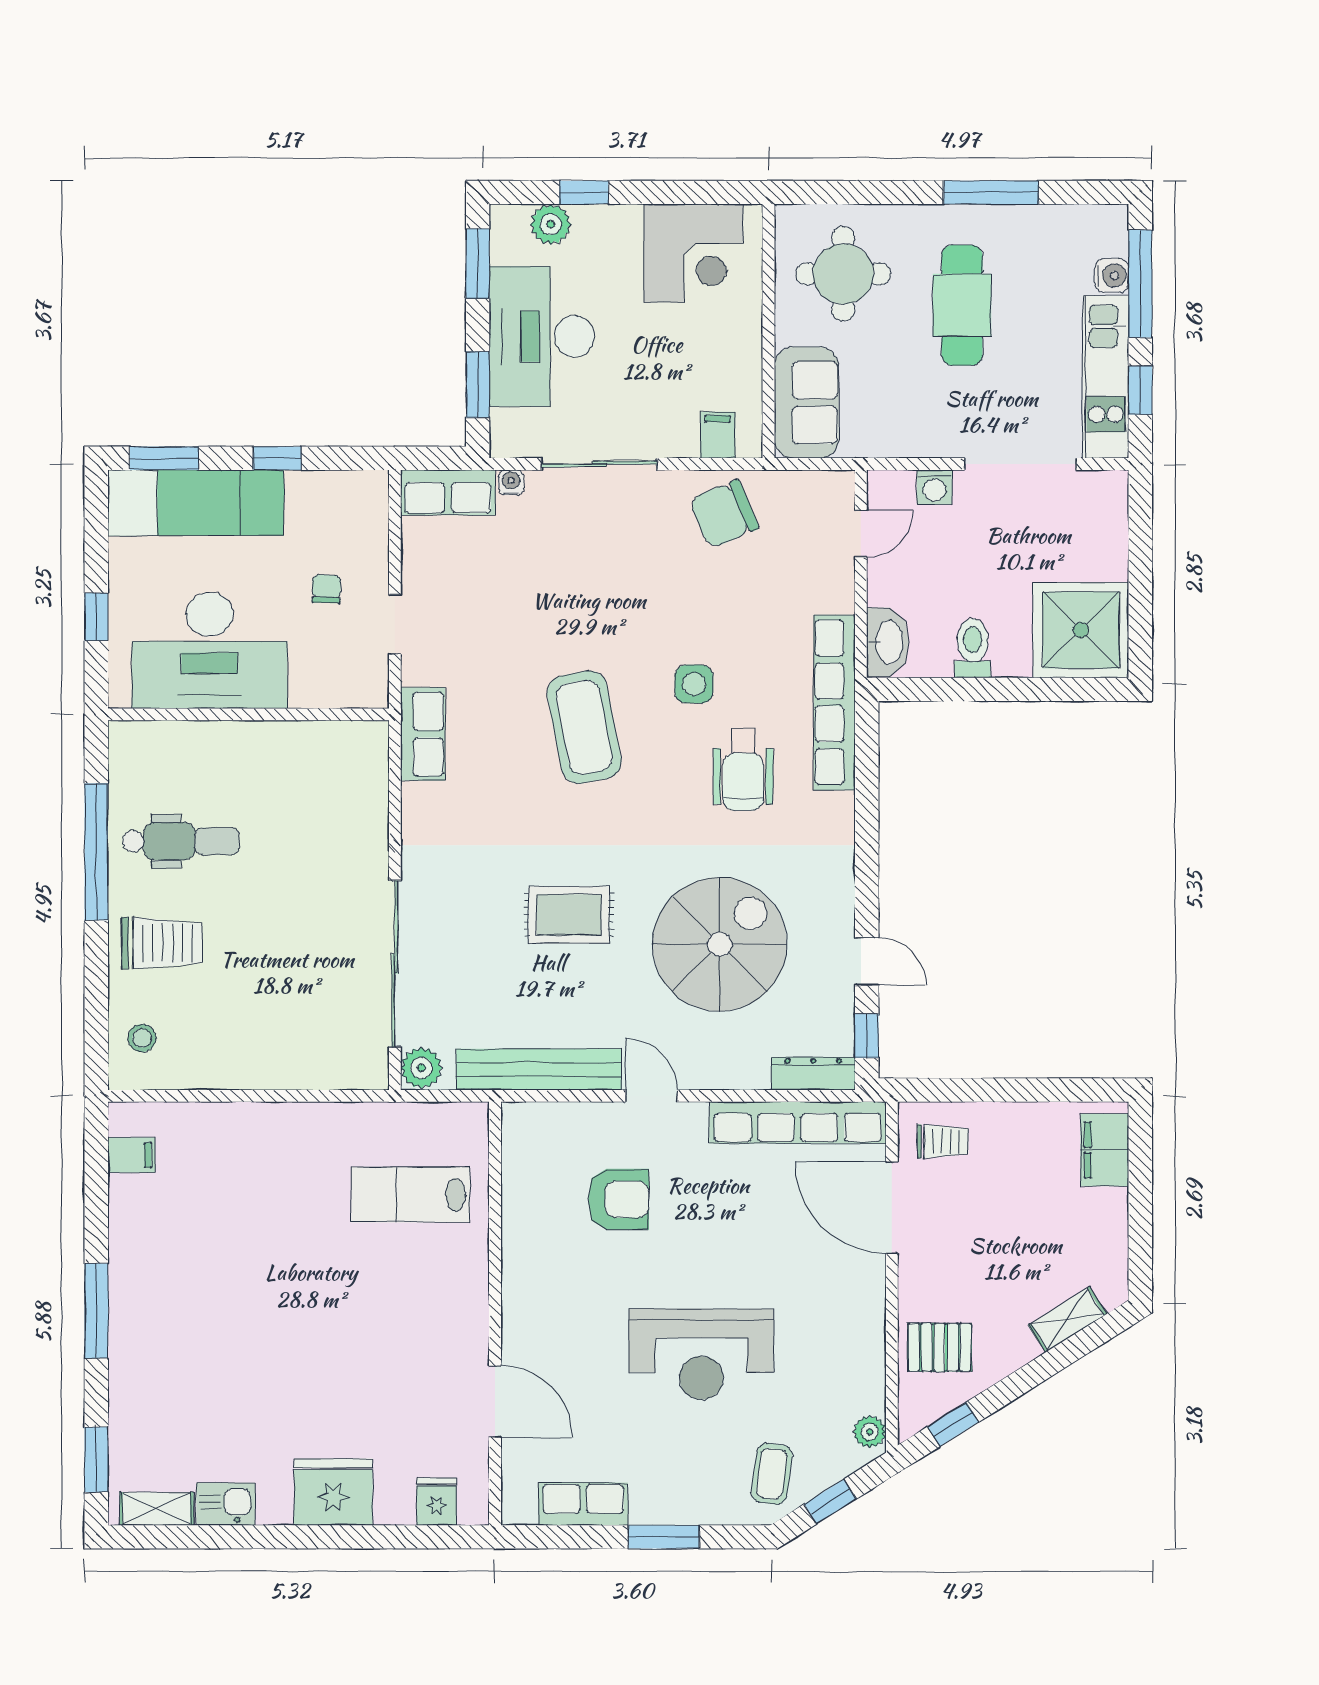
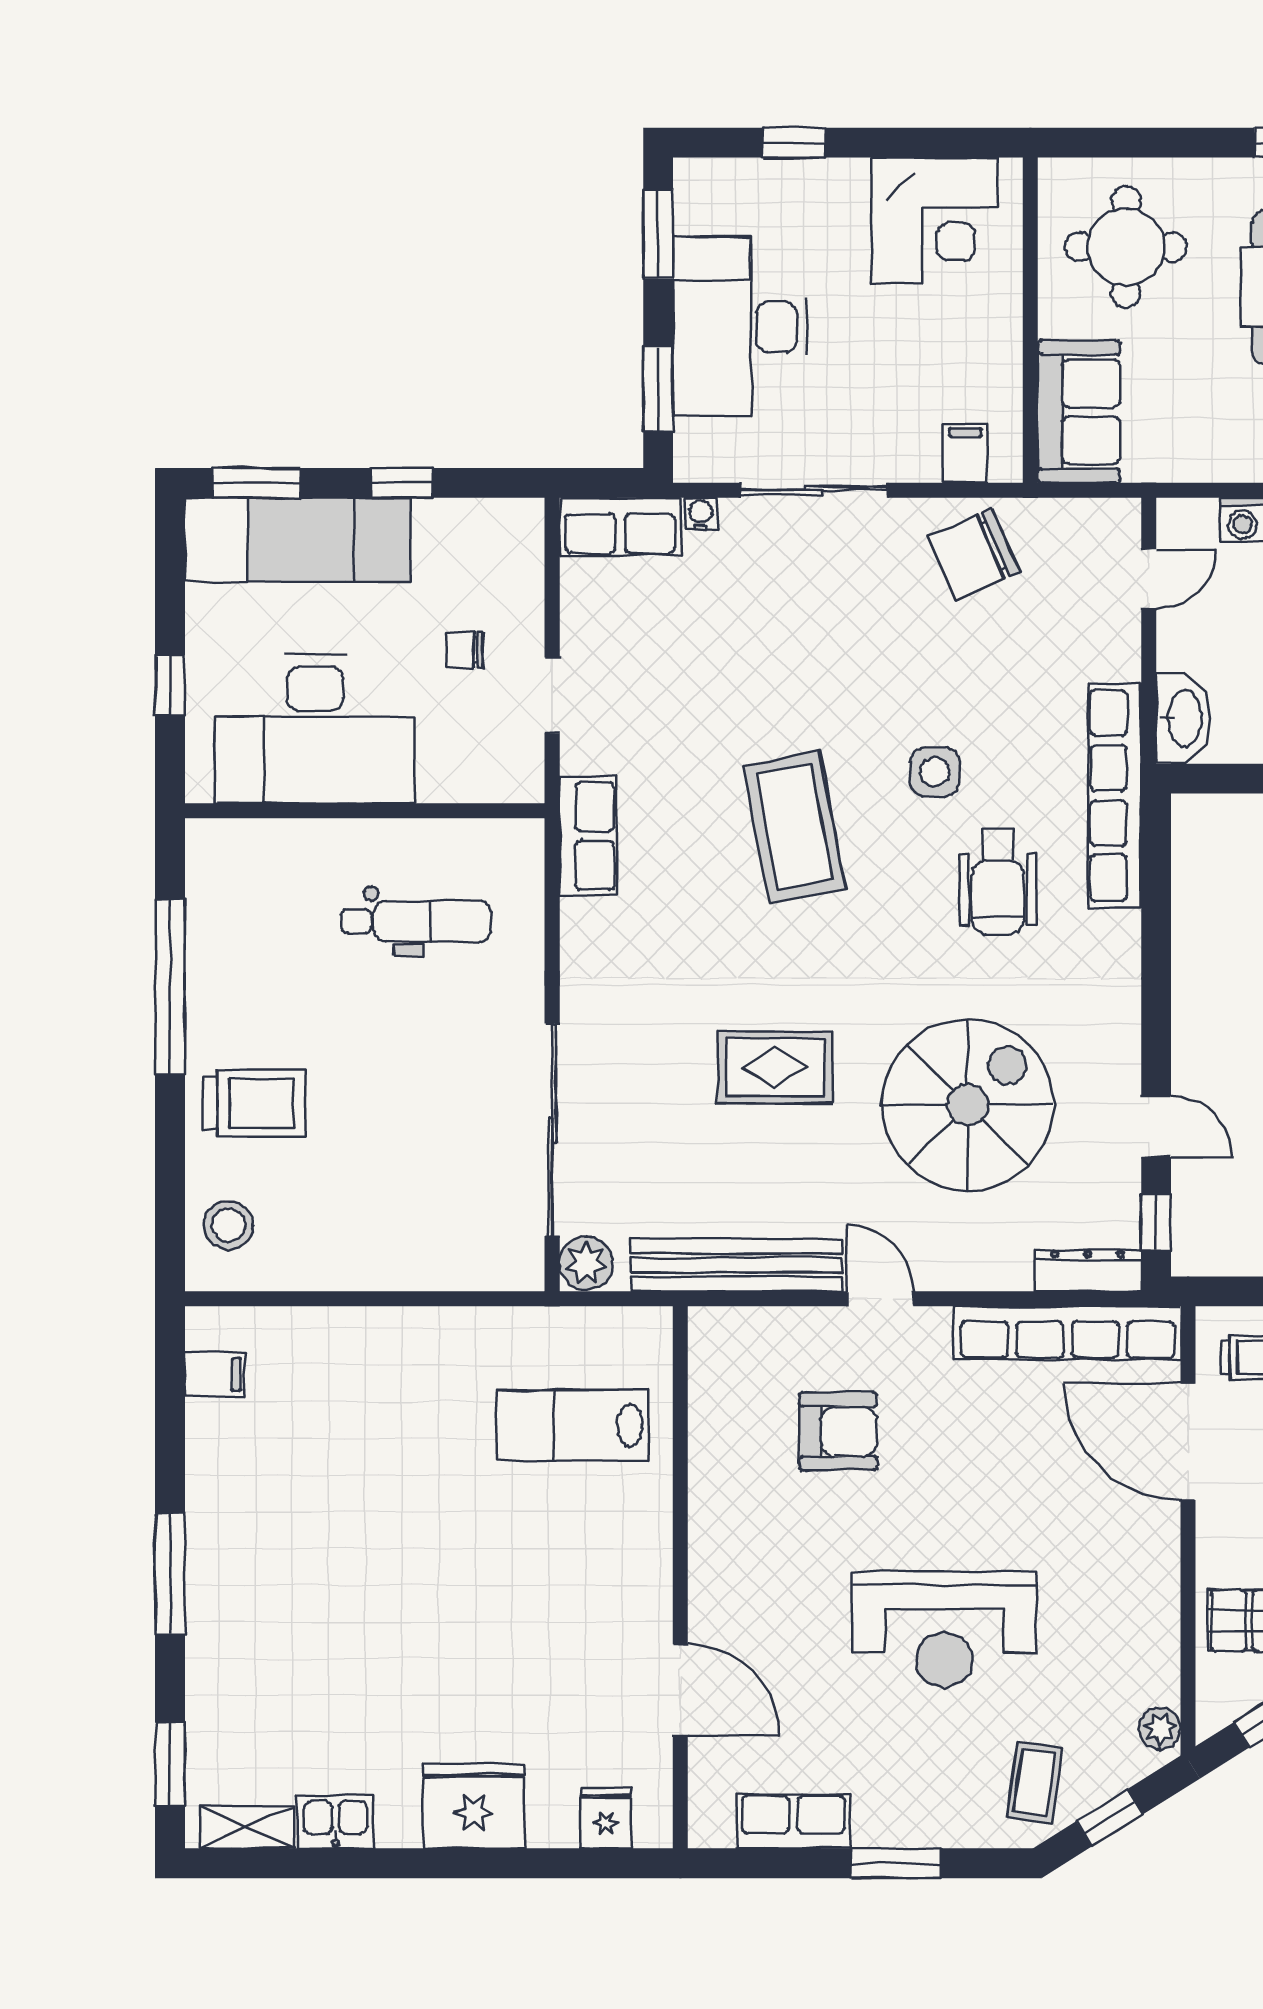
plant: (551, 224) -> (752, 183), removed
chair: (326, 589) -> (465, 650), turned -92
dental chair: (181, 841) -> (416, 921), moved
stool: (142, 1038) -> (228, 1225), width x1.37, depth x1.37

